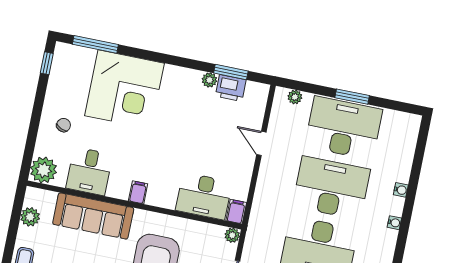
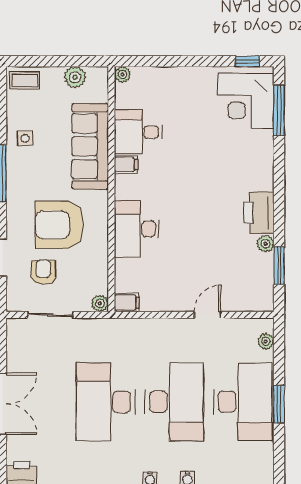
printer: (231, 88) -> (259, 213), moved, width x1.37, depth x1.19
corner desk: (124, 89) -> (246, 101), moved, width x0.74, depth x0.74
chair: (64, 125) -> (183, 93), removed
plant: (44, 170) -> (122, 74), width x0.53, depth x0.53
filing cabinet: (138, 192) -> (126, 165), moved
desk: (204, 196) -> (137, 229), moved

